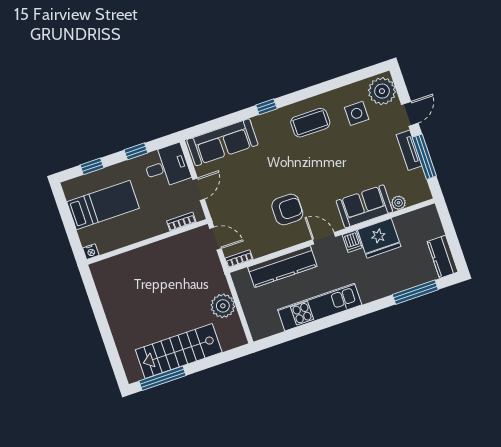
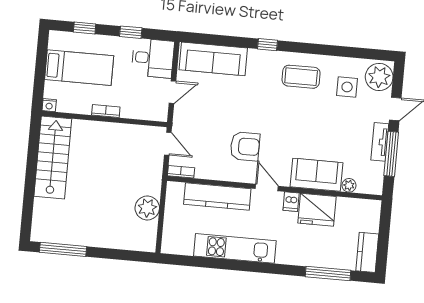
bookcase: (181, 222) -> (106, 111), moved
stairs: (179, 351) -> (53, 157), moved, turned 90

